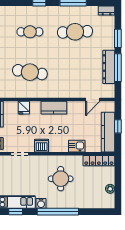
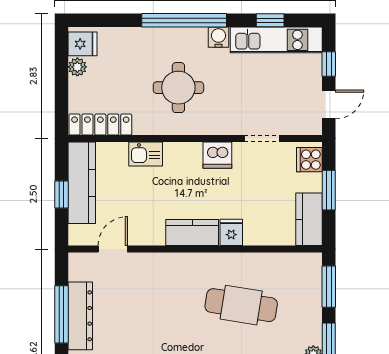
fridge: (24, 108) -> (231, 232), moved
fridge: (108, 200) -> (82, 44), added

